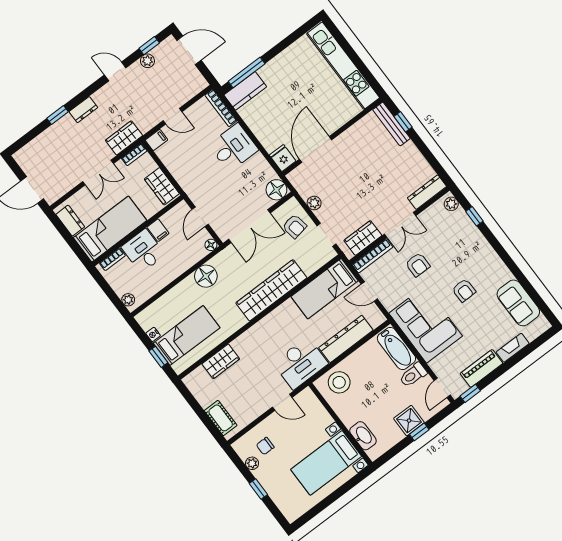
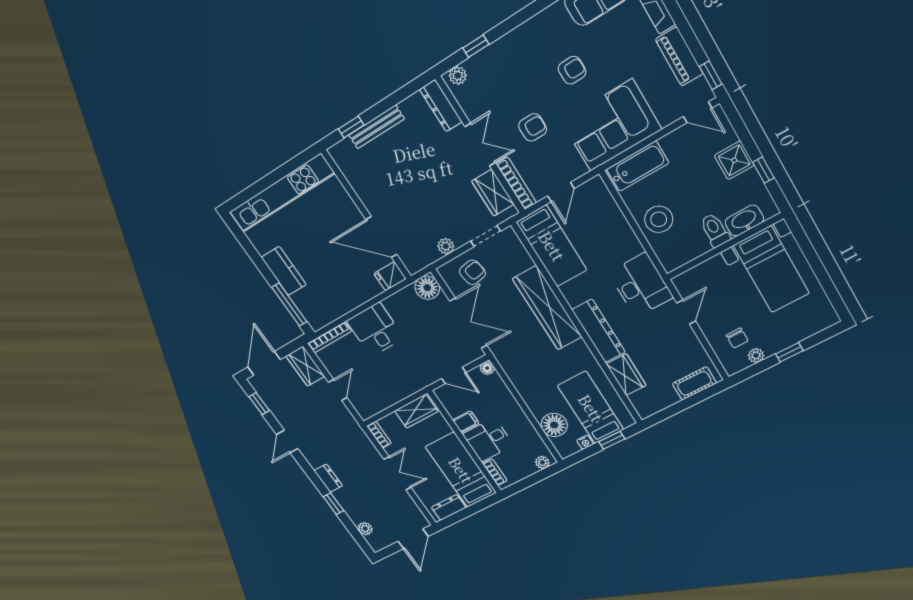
plant: (147, 61) -> (365, 529), moved
kitchen counter: (245, 91) -> (284, 271), moved
bench: (391, 124) -> (376, 127), moved
wardrobe: (124, 138) -> (305, 366), moved
filing cabinet: (157, 140) -> (364, 410), removed
floor lamp: (206, 276) -> (554, 425), moved
dresser: (346, 339) -> (599, 331), moved, turned 180
toilet: (413, 375) -> (715, 230), moved, turned 180
stool: (339, 382) -> (659, 219), moved
window: (419, 432) -> (763, 170), moved

